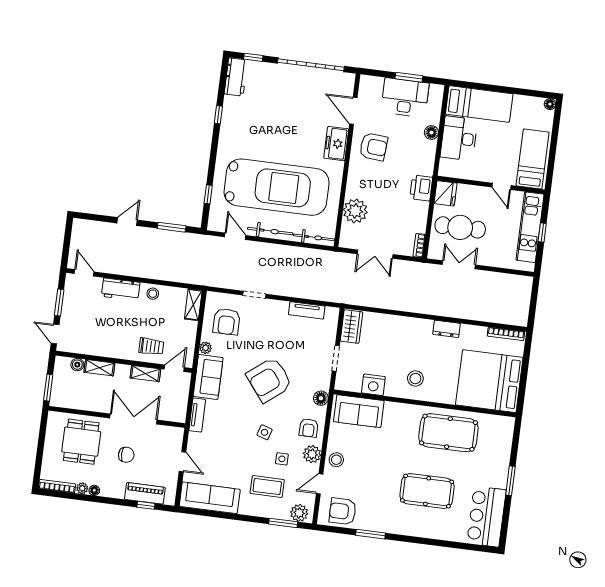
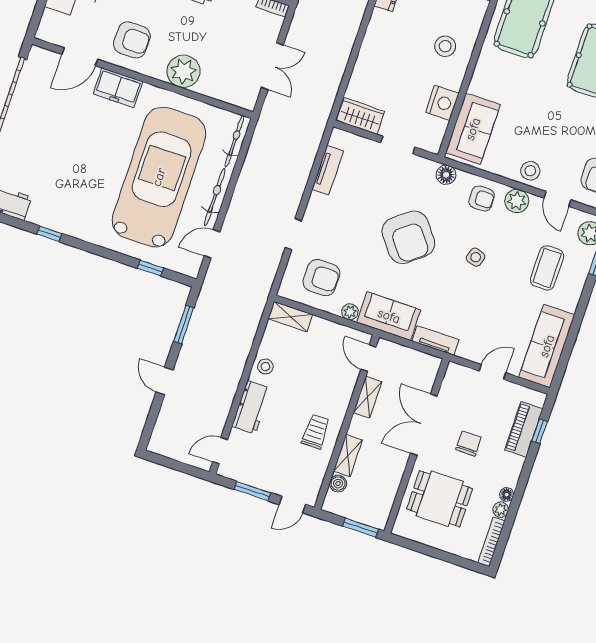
armchair: (374, 147) -> (132, 40), turned 86
plant: (355, 211) -> (183, 71), moved
trolley: (151, 346) -> (316, 432), moved
side table: (282, 459) -> (515, 242), removed

